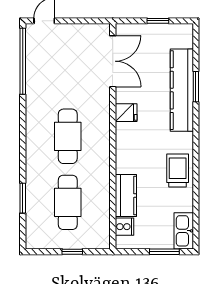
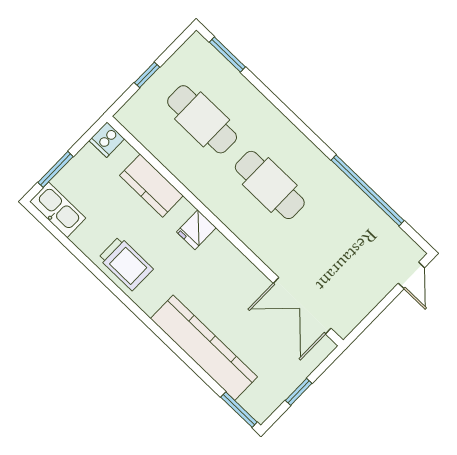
window: (23, 61) -> (368, 190), moved
window: (196, 87) -> (239, 410), moved
fridge: (126, 113) -> (196, 230), moved
window: (23, 198) -> (227, 54), moved
cooker: (124, 227) -> (107, 140), moved

